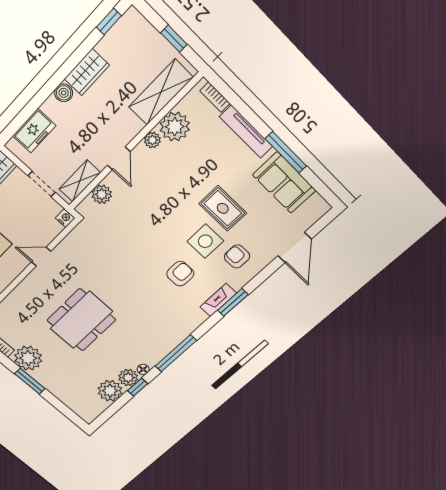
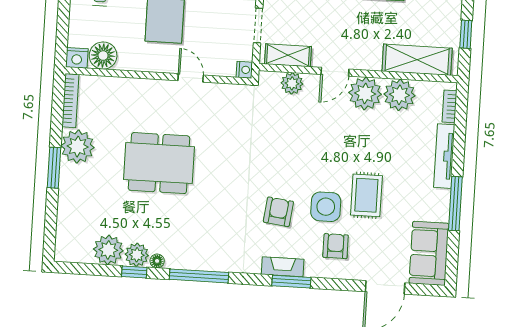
plant: (152, 140) -> (365, 93), width x1.88, depth x1.88
sofa: (284, 183) -> (429, 253), moved
armchair: (180, 274) -> (278, 212), turned -83

